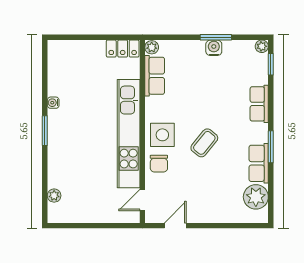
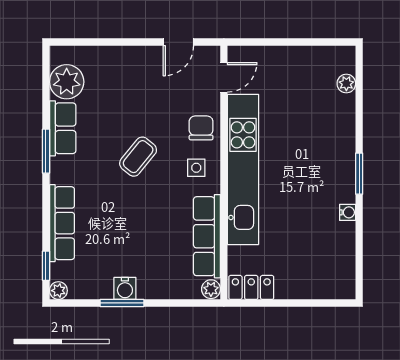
row of seats: (155, 76) -> (207, 236), width x1.48
row of seats: (259, 104) -> (62, 223), width x1.48
side table: (162, 135) -> (196, 168), width x0.54, depth x0.54

